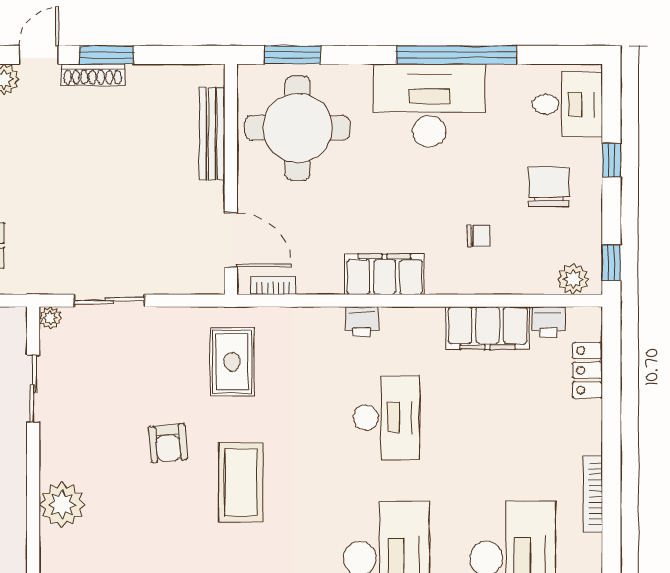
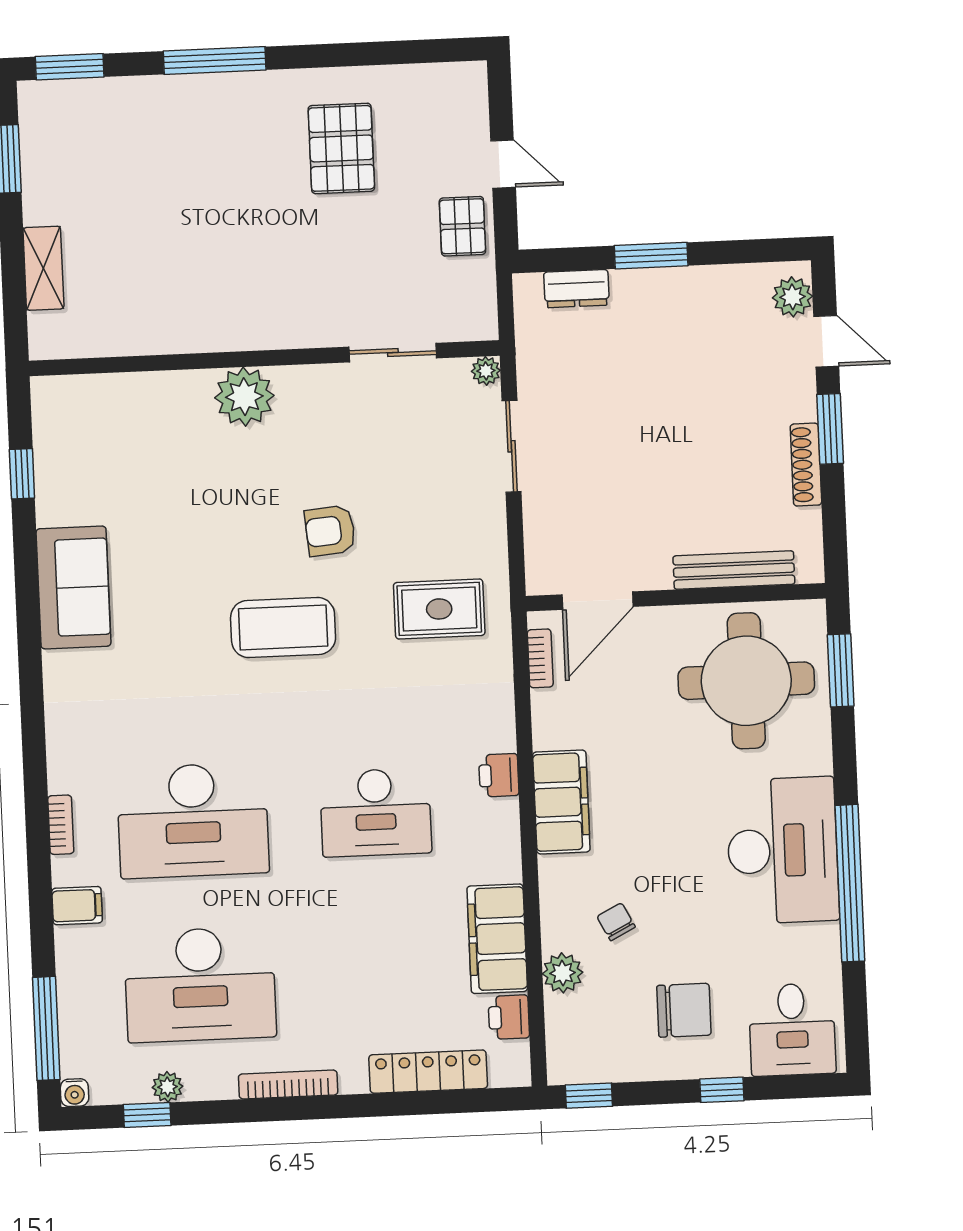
shoe rack: (93, 75) -> (806, 465), moved
chair: (479, 236) -> (616, 922), turned 153
plant: (573, 279) -> (563, 973), moved
locker: (588, 370) -> (428, 1072), width x1.53

